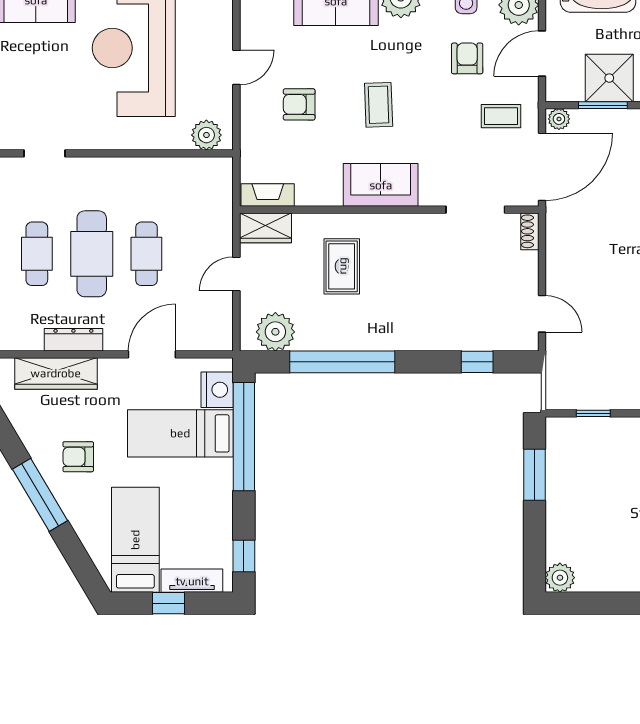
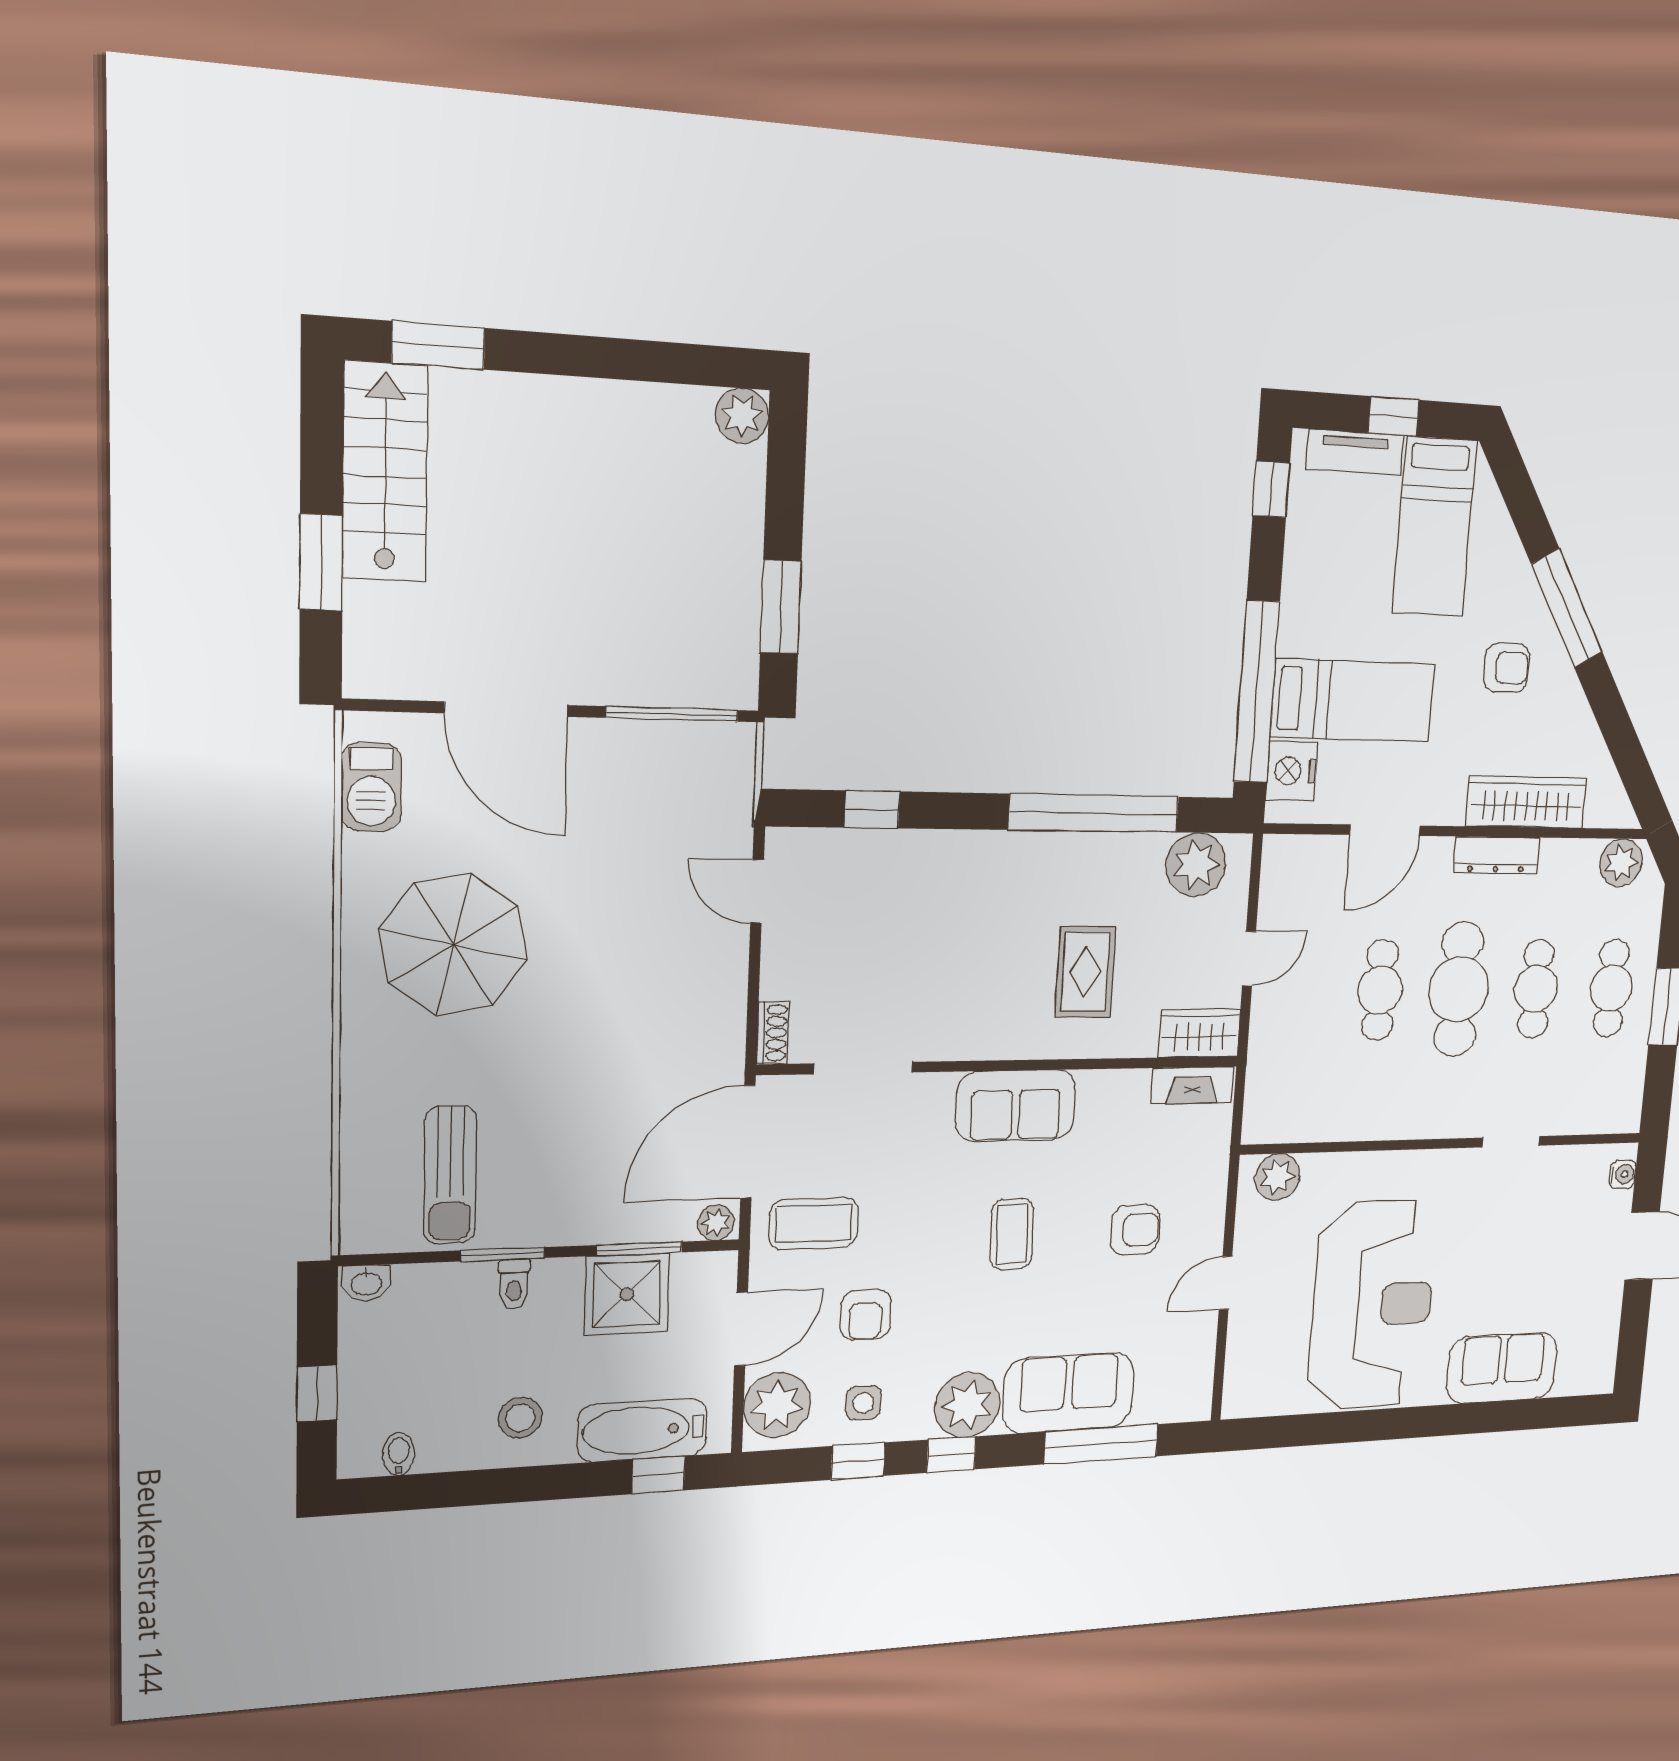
coffee table: (501, 116) -> (814, 1224), width x1.36, depth x1.30
window: (593, 413) -> (672, 714), width x2.17

